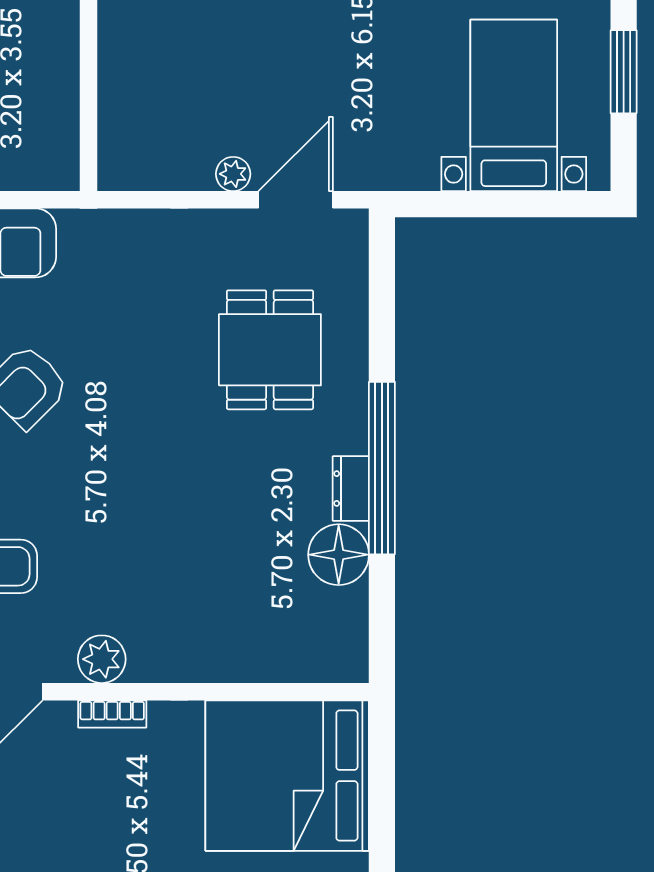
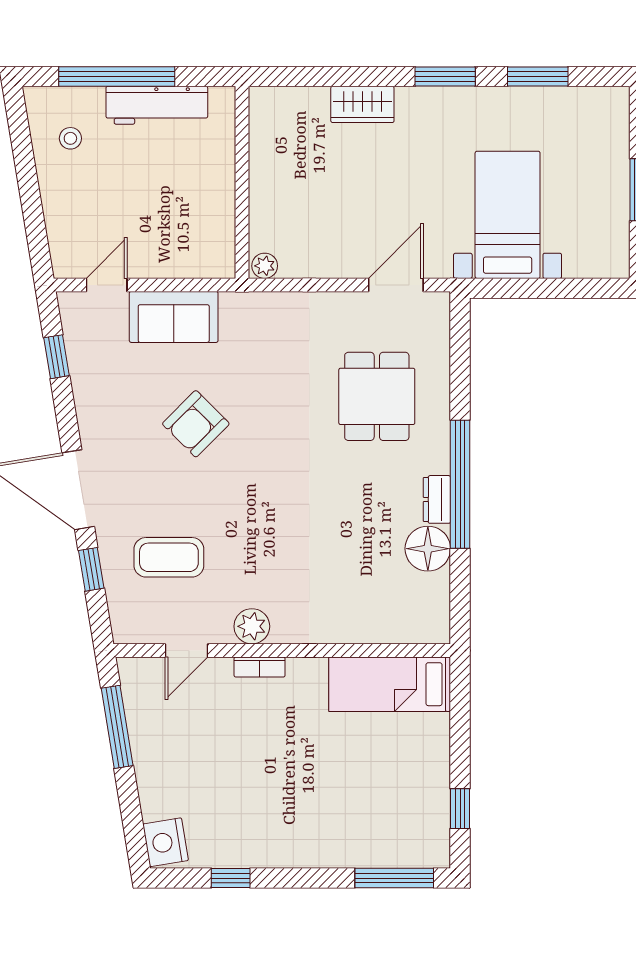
bed with nightstands: (514, 105) -> (508, 215), moved
plant: (233, 174) -> (265, 266), moved
bed: (287, 776) -> (390, 684), width x0.49

